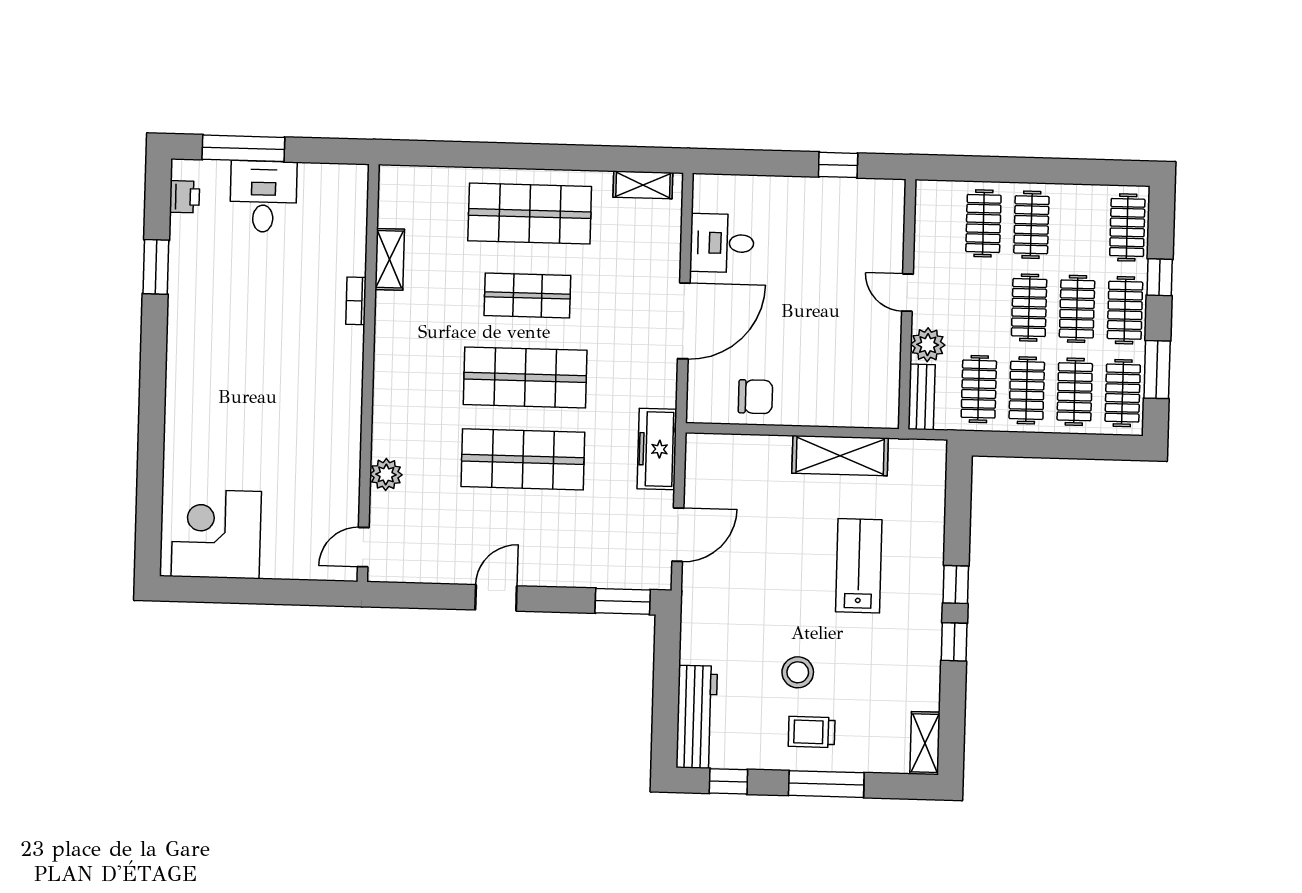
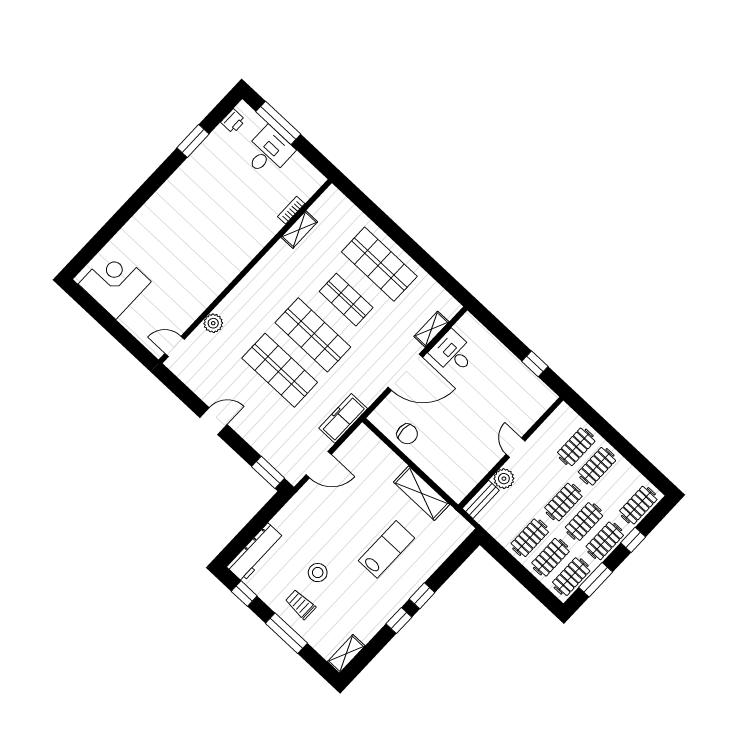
shelving: (643, 185) -> (431, 329), moved, turned 90
bookcase: (356, 301) -> (291, 210), moved
clothes rail: (979, 389) -> (509, 518), removed

